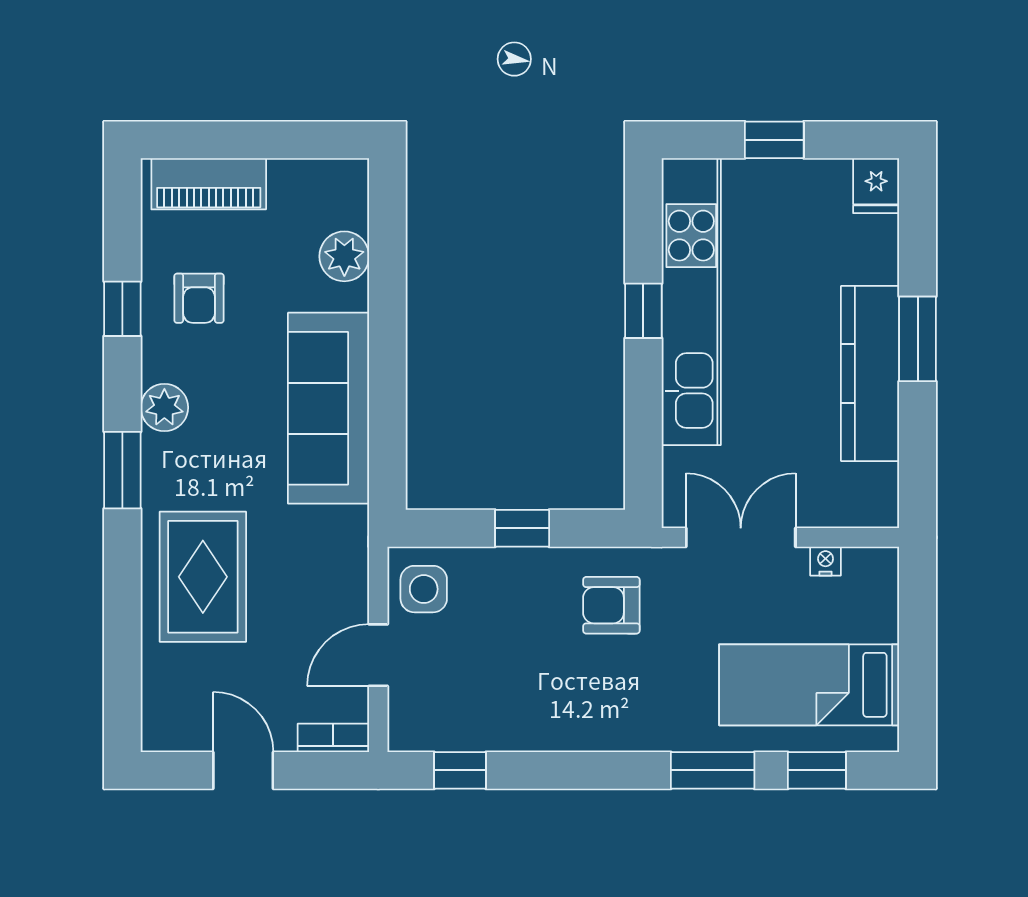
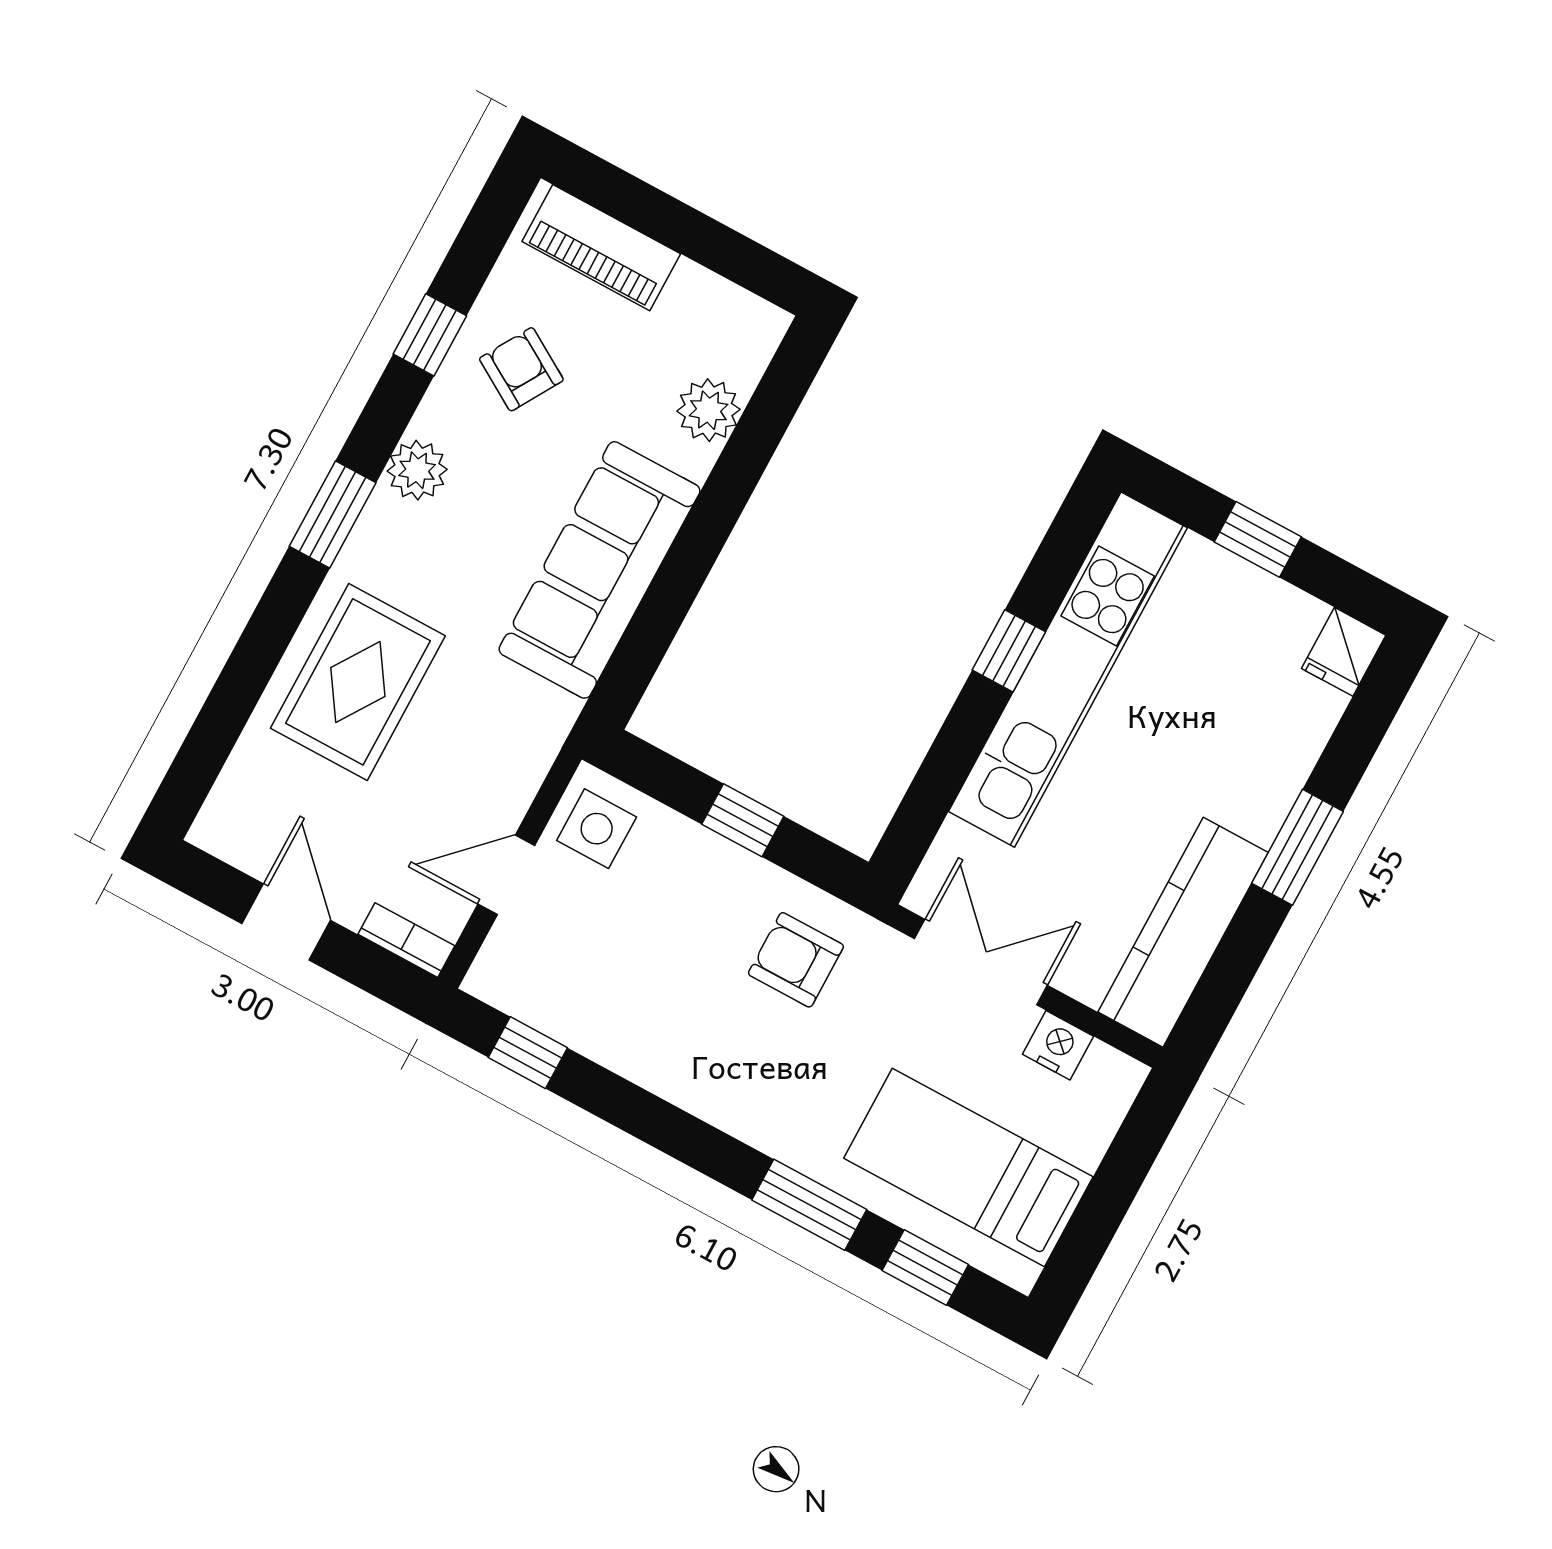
armchair: (199, 298) -> (521, 369), turned 121
kitchen counter: (870, 373) -> (1183, 932), moved
nightstand: (826, 561) -> (1058, 1045), width x1.39, depth x1.35

